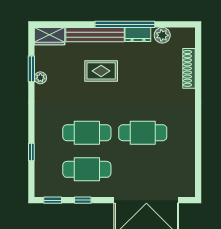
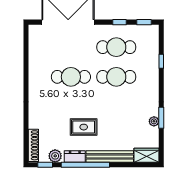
window: (175, 24) -> (45, 165), added
shoe rack: (189, 68) -> (33, 145), moved
window: (31, 69) -> (161, 118), moved
rug: (101, 71) -> (84, 127), moved

